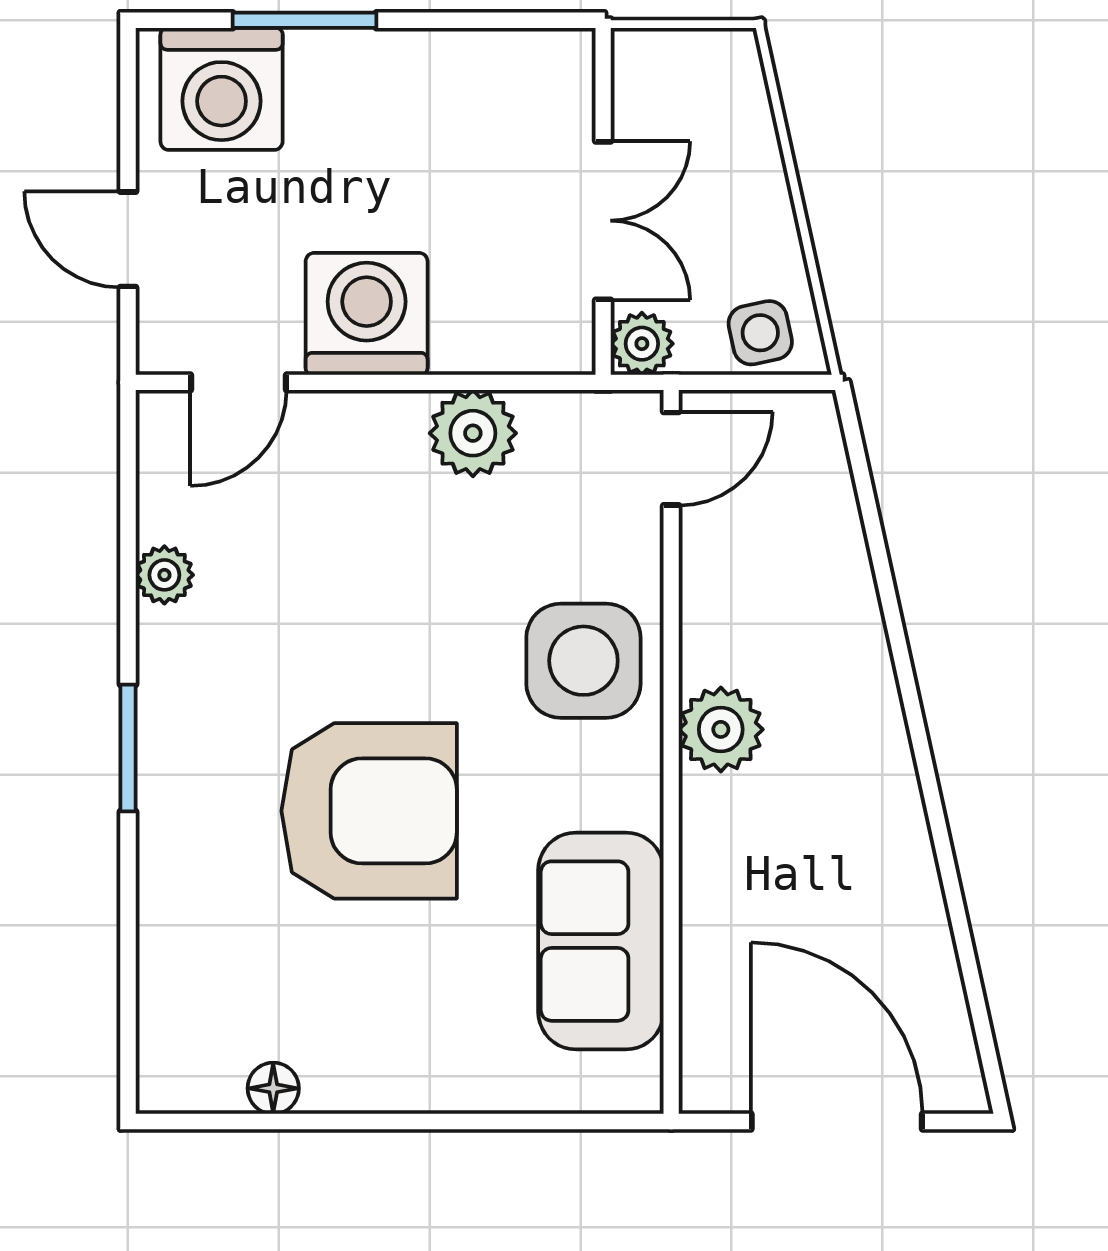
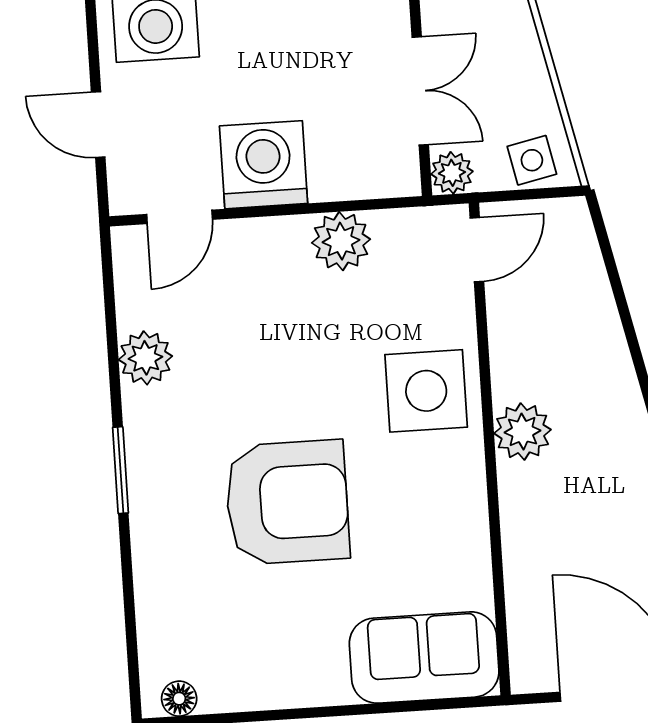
plant: (164, 575) -> (145, 358), width x1.38, depth x1.38
sofa: (601, 941) -> (424, 658), moved, turned 90
floor lamp: (273, 1088) -> (179, 699), moved

